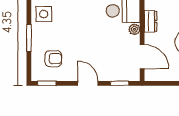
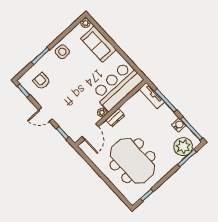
armchair: (53, 59) -> (41, 81), turned 180
door: (88, 83) -> (46, 114), swing flipped

